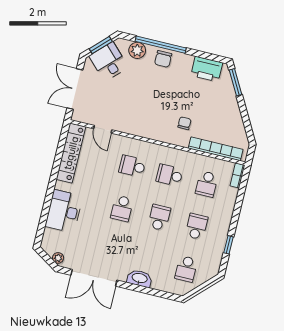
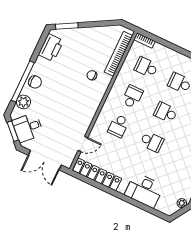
school desk: (169, 175) -> (132, 97), turned 180
school desk: (207, 184) -> (146, 67), turned 180

